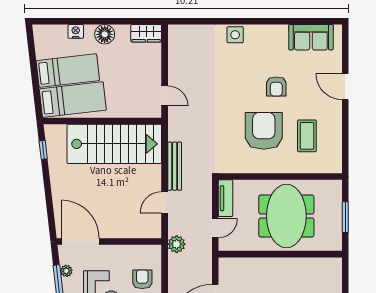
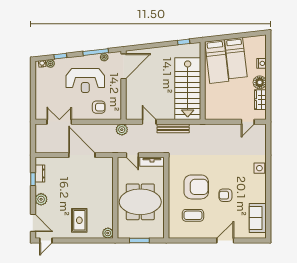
wardrobe: (146, 33) -> (260, 100), moved
door: (165, 96) -> (248, 122), moved
plant: (334, 265) -> (108, 233), added

